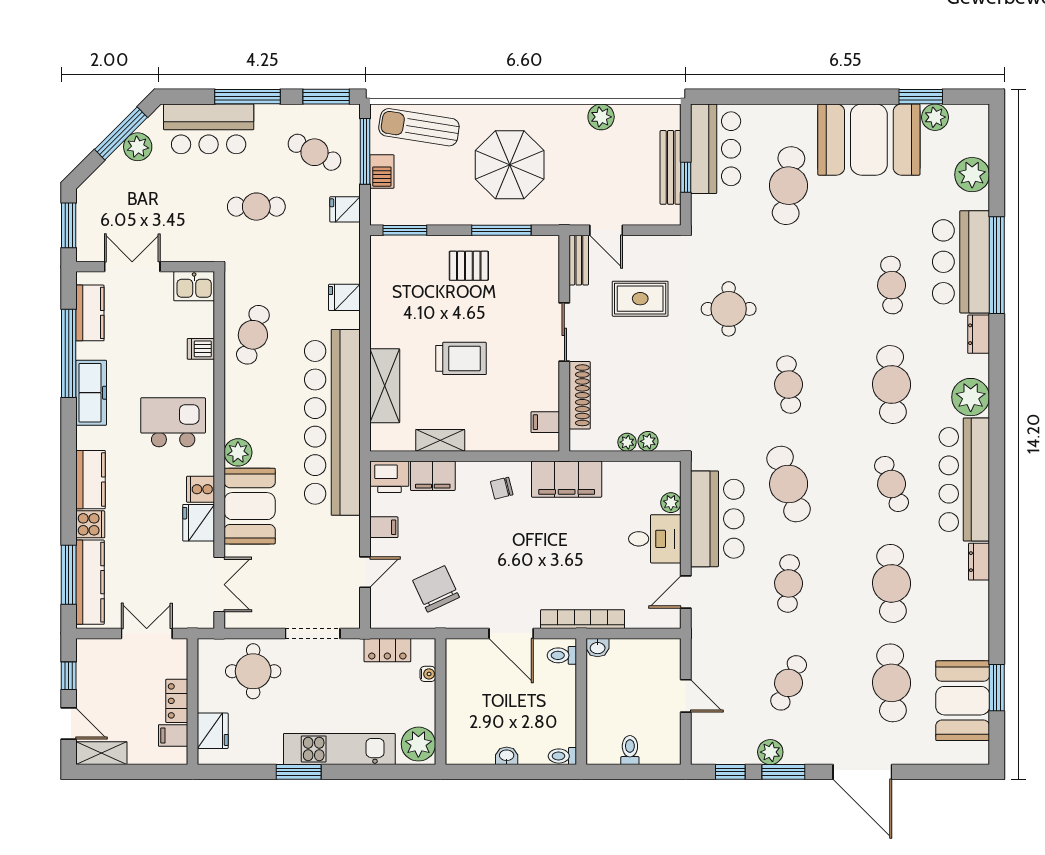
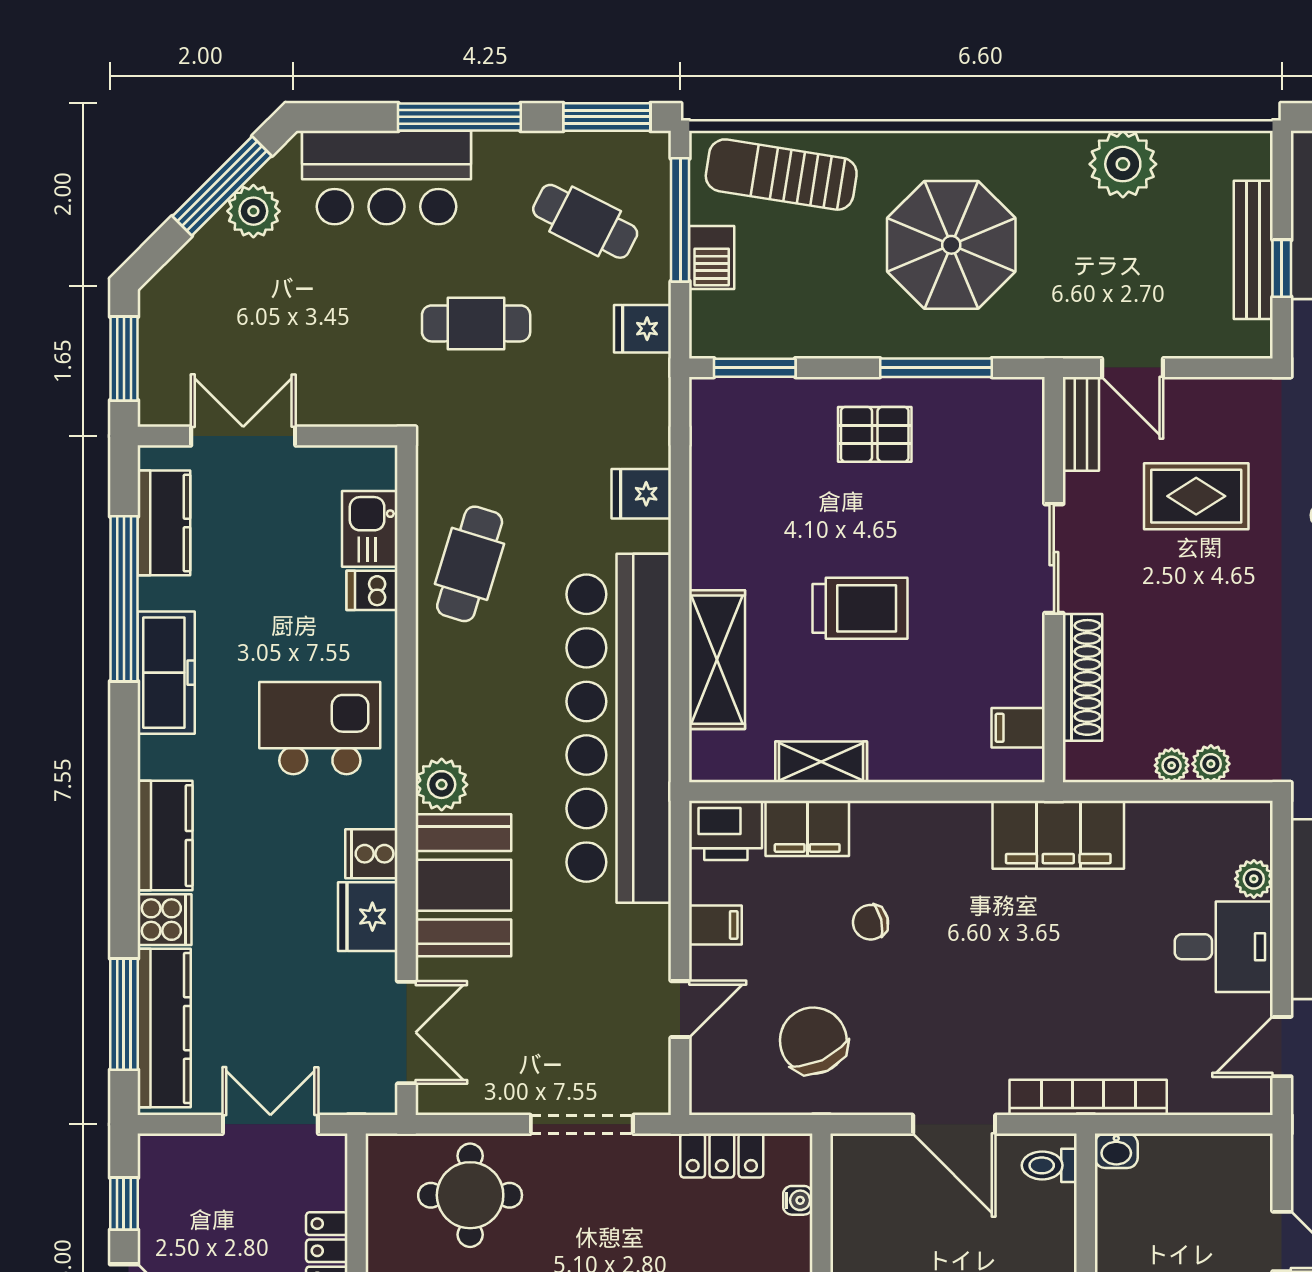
plant: (601, 117) -> (1123, 164), width x1.36, depth x1.36
kitchen sink: (194, 286) -> (370, 529), moved, turned 90
chair: (502, 488) -> (871, 922), moved

